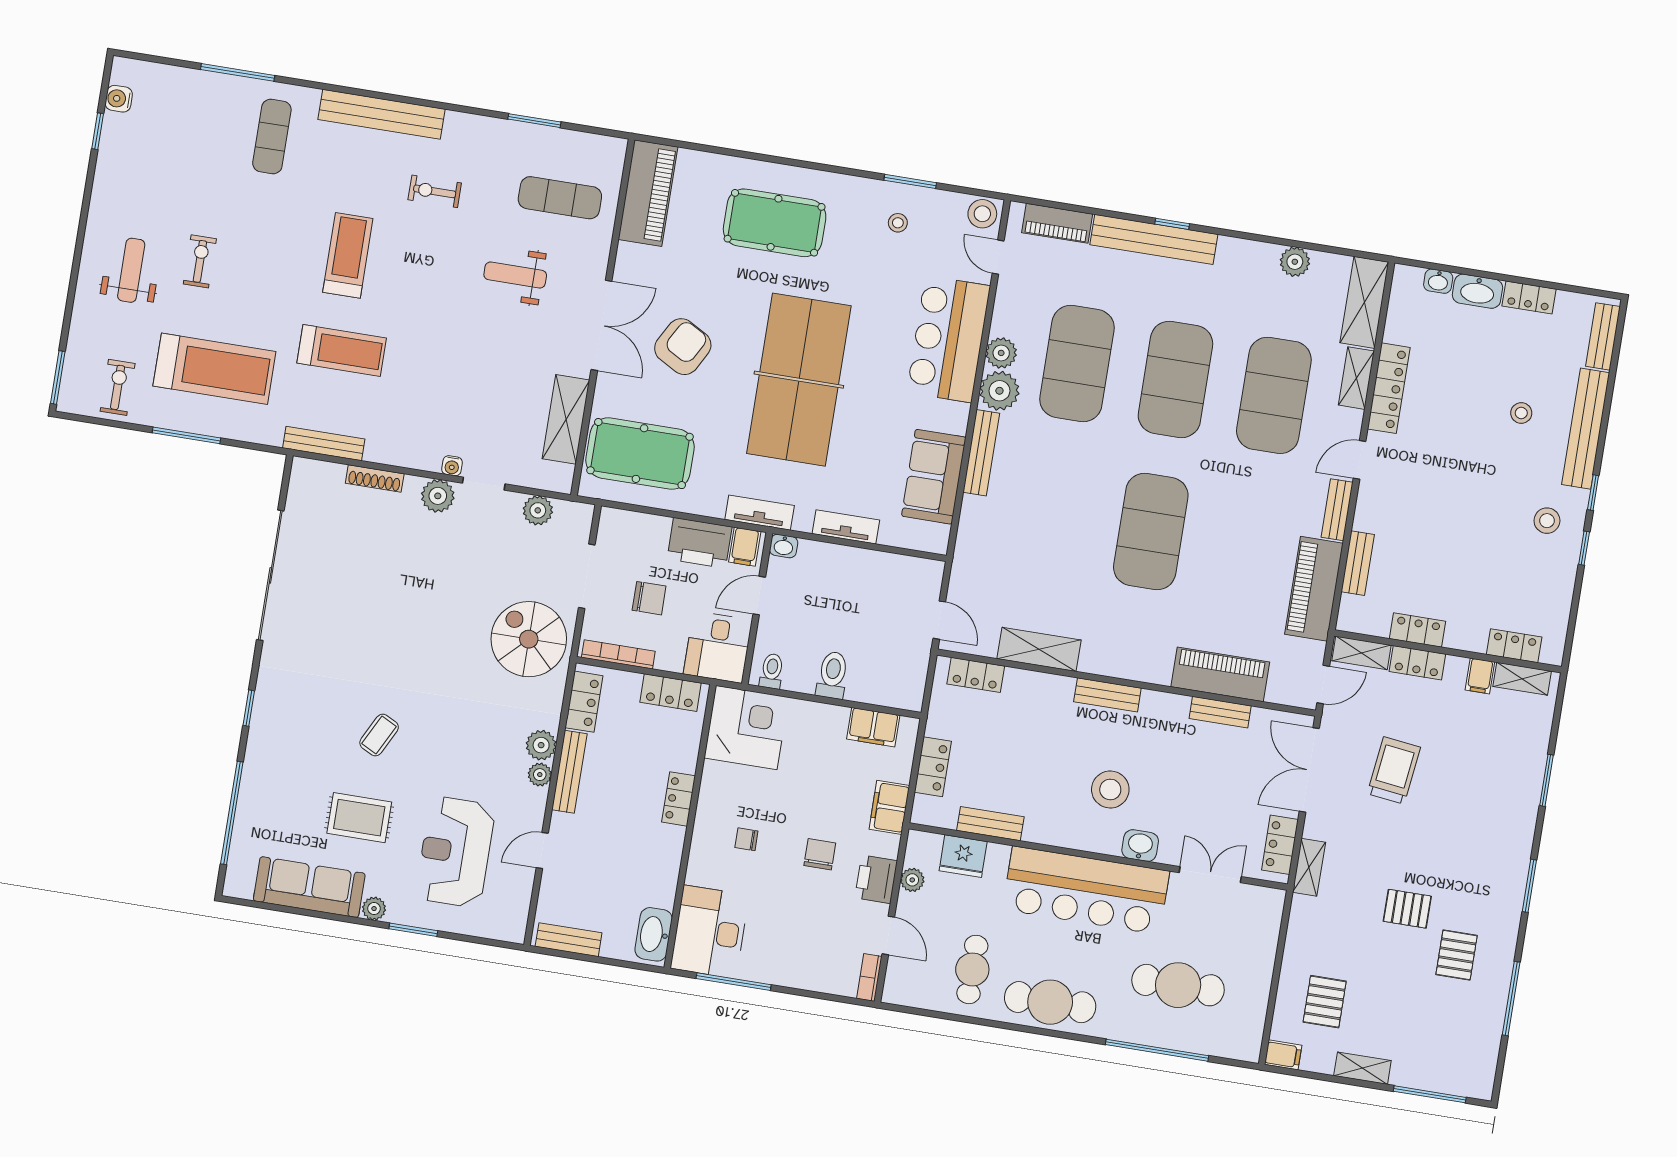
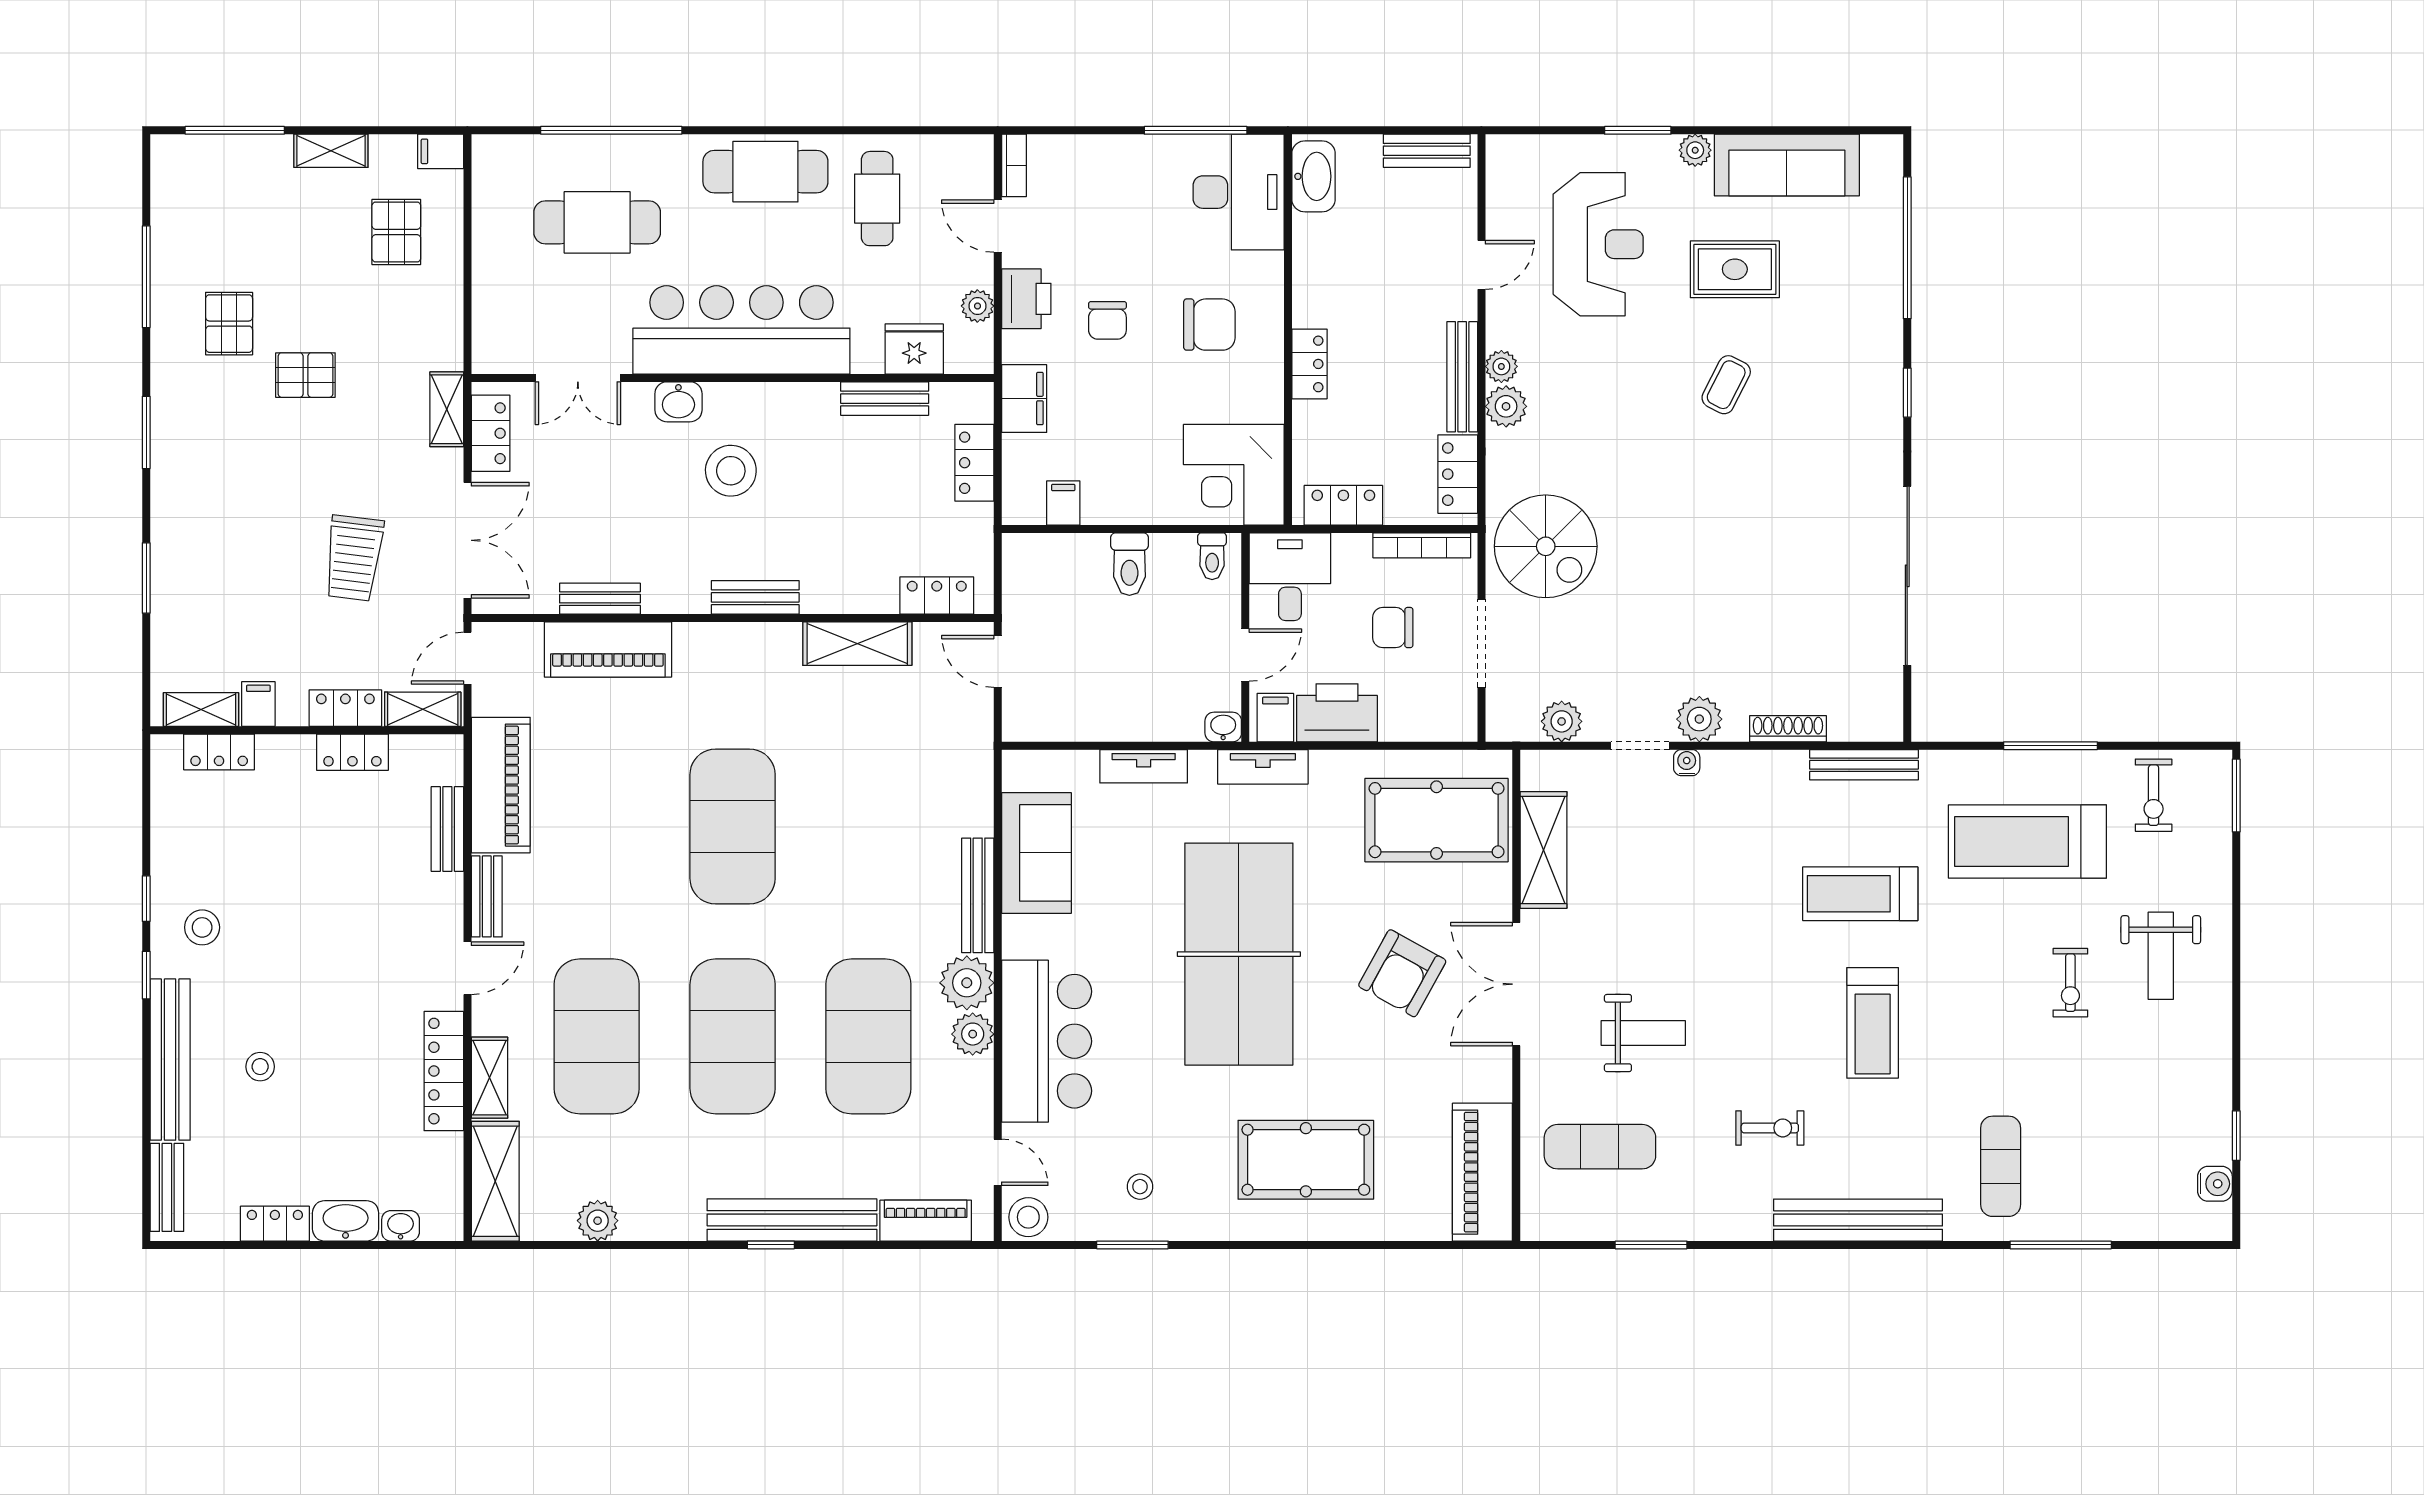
filing cabinet: (873, 727) -> (1063, 503), width x0.50
chair: (746, 839) -> (1209, 325), width x1.87, depth x1.87

